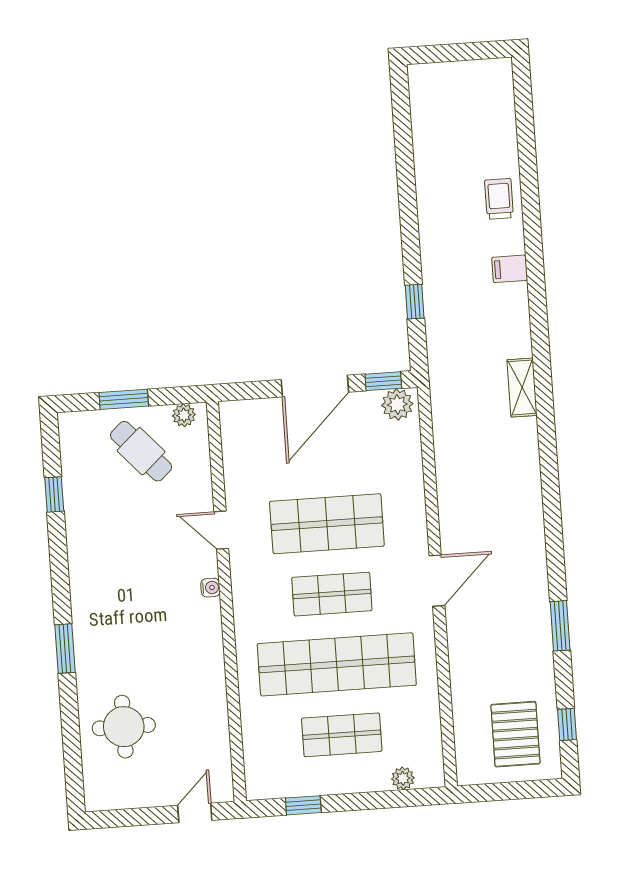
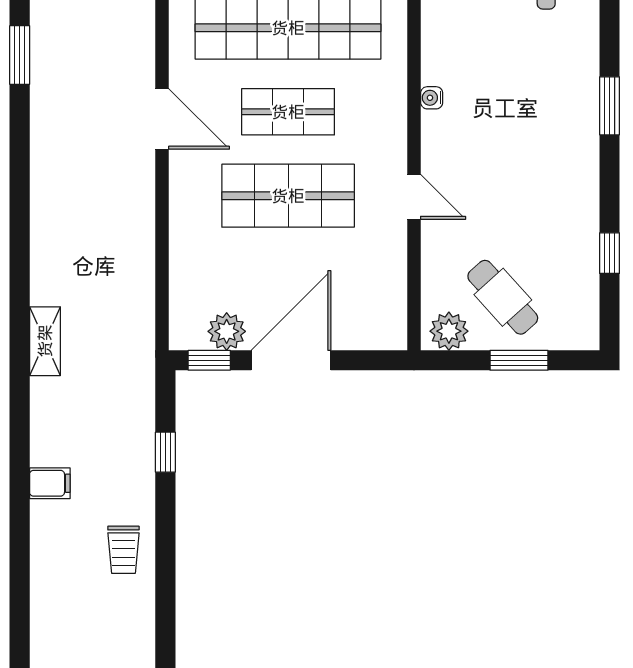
trolley: (499, 199) -> (123, 550), moved
plant: (397, 404) -> (227, 331), moved
plant: (184, 415) -> (449, 331), width x1.38, depth x1.38
door: (437, 581) -> (162, 119), swing flipped
water cooler: (210, 588) -> (432, 98), moved
window: (65, 649) -> (610, 106), moved

